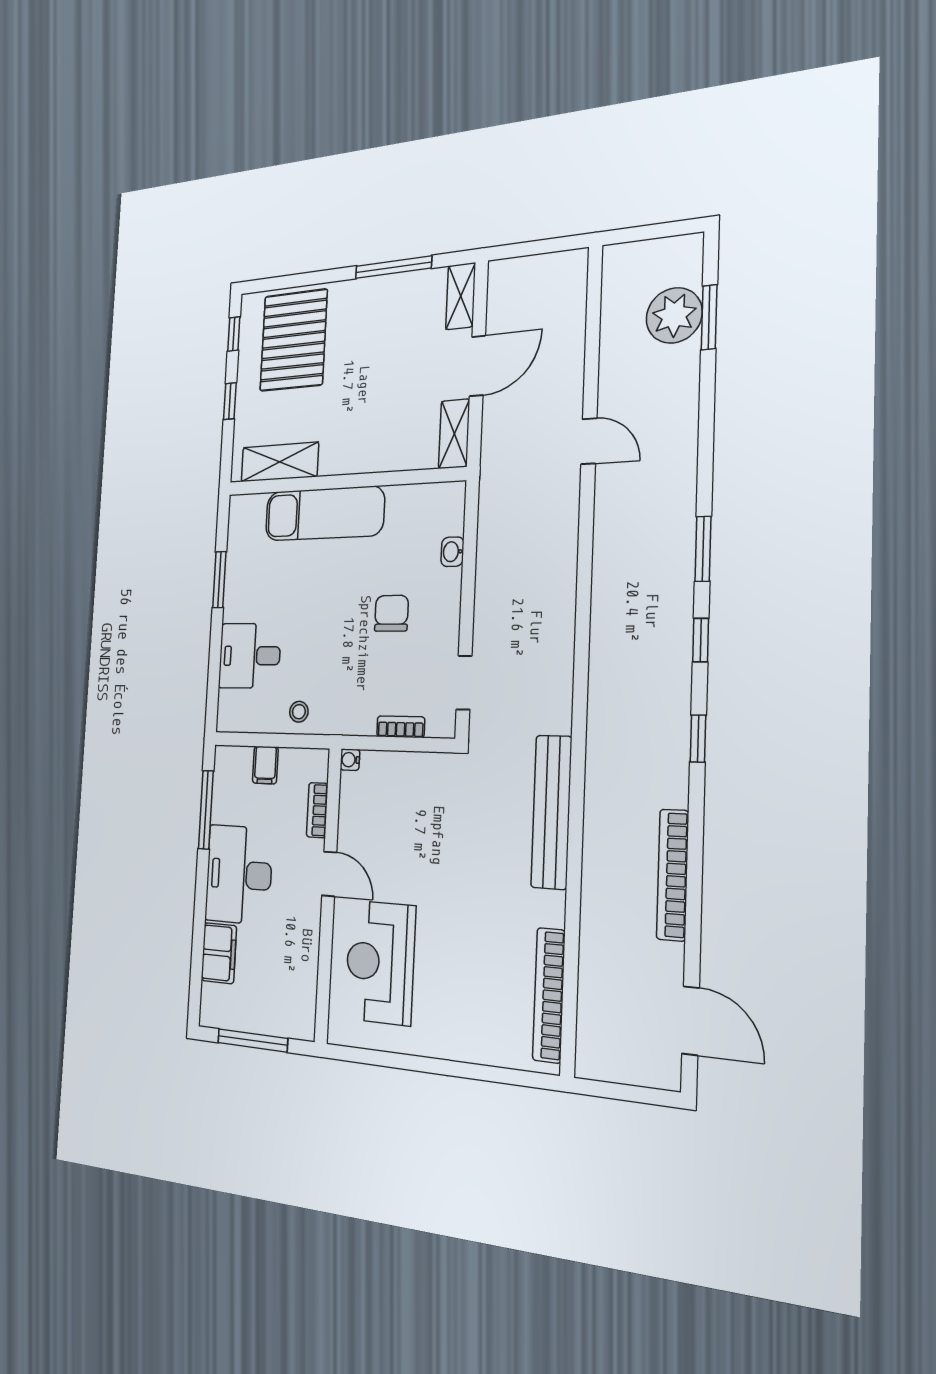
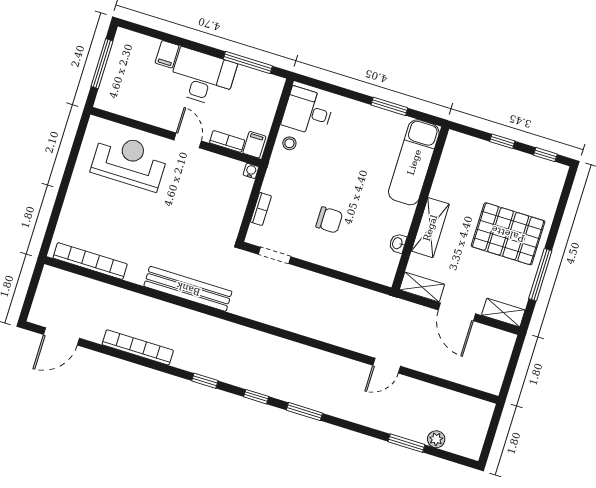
plant: (674, 315) -> (436, 439), width x0.53, depth x0.53
window: (709, 317) -> (406, 443), moved
pallet: (294, 340) -> (508, 234), moved
shelving: (280, 462) -> (430, 228), moved
exam couch: (324, 514) -> (414, 162), moved
washbasin: (452, 552) -> (398, 243), moved, turned -90
desk: (250, 656) -> (308, 111), moved, turned -90
filing cabinet: (265, 765) -> (254, 145), moved, turned 90
door: (329, 874) -> (188, 140), swing flipped
filing cabinet: (219, 953) -> (167, 54), width x0.50

